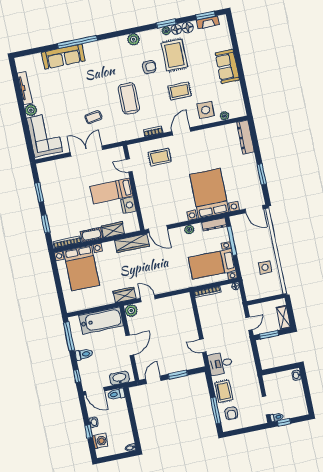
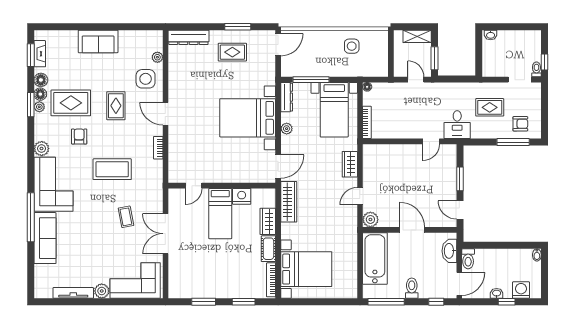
corner sofa: (107, 54) -> (53, 184), added
rug: (160, 157) -> (232, 52), moved, turned 90
bed with nightstands: (209, 193) -> (248, 118), moved
wardrobe: (125, 295) -> (350, 164), moved
rug: (224, 391) -> (490, 107), moved

